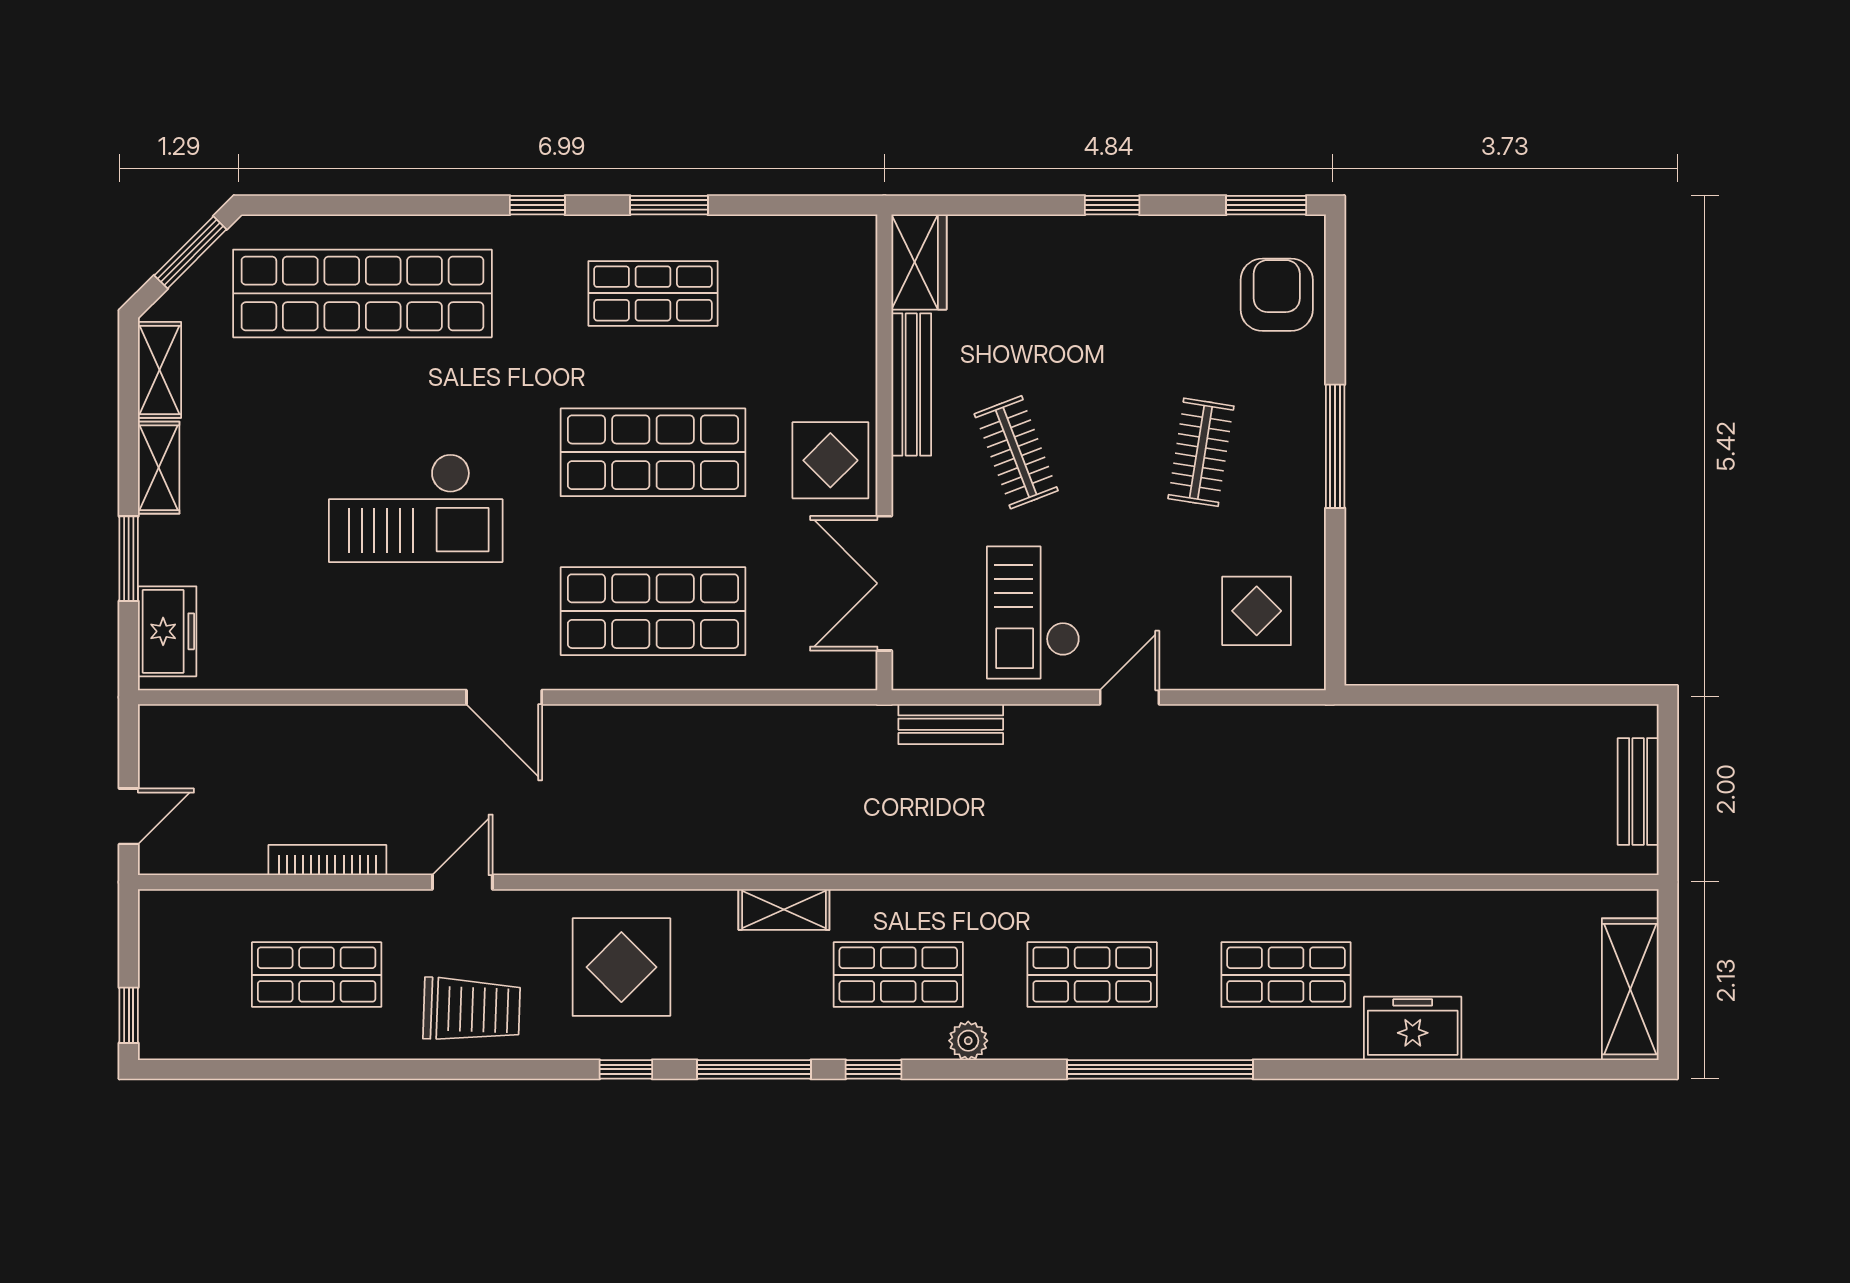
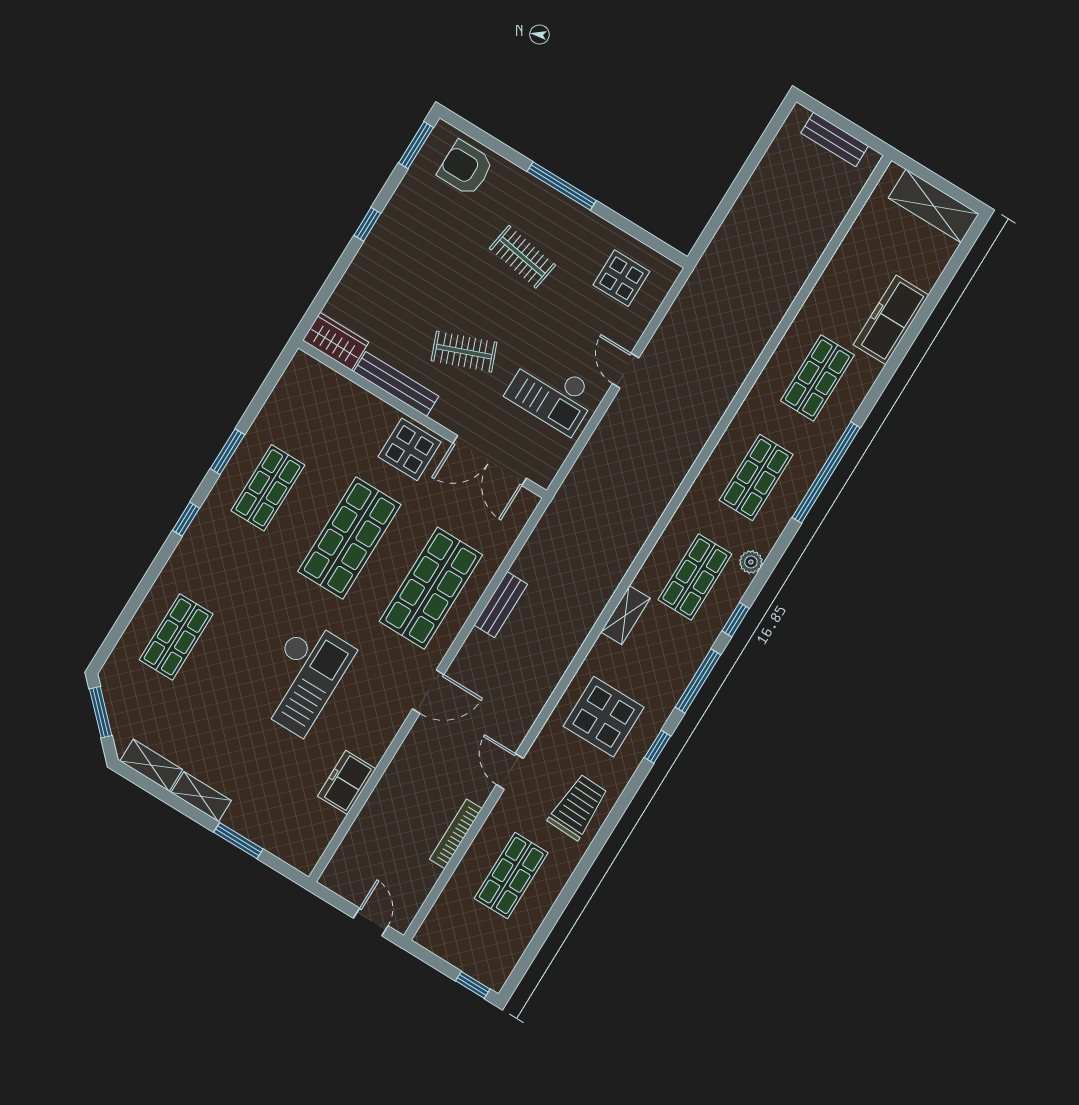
shop shelf: (362, 293) -> (176, 637), width x0.50, depth x0.74
freezer: (167, 631) -> (347, 782), moved, turned -90
bench: (951, 724) -> (501, 605), moved
freezer: (1413, 1028) -> (891, 320), width x1.40

